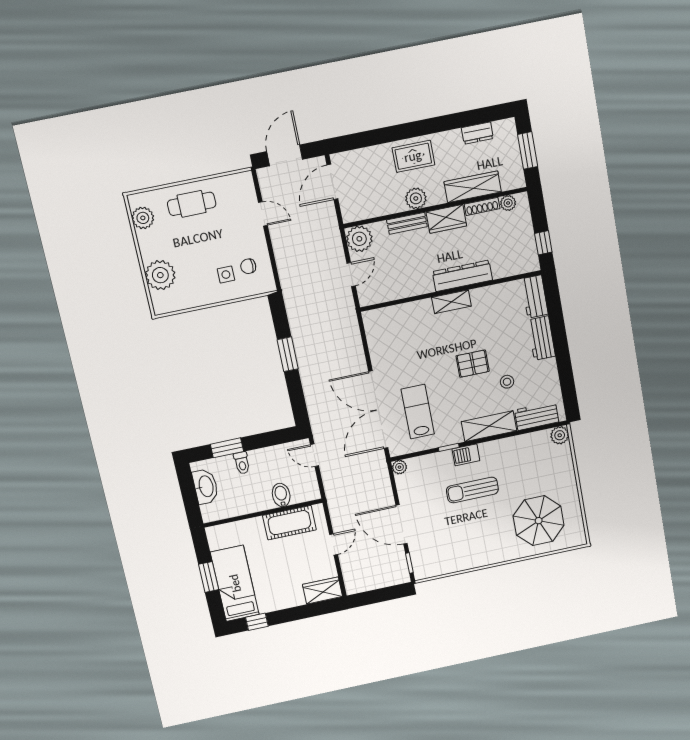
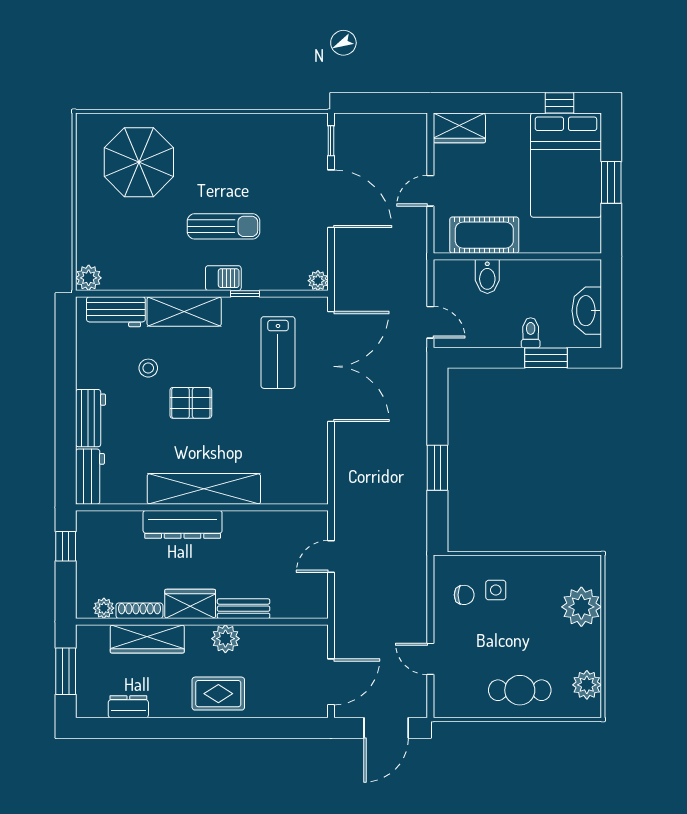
plant: (359, 239) -> (311, 601), removed
shelving: (451, 302) -> (204, 489), width x2.20, depth x1.33
bed: (235, 583) -> (566, 165), width x1.50

